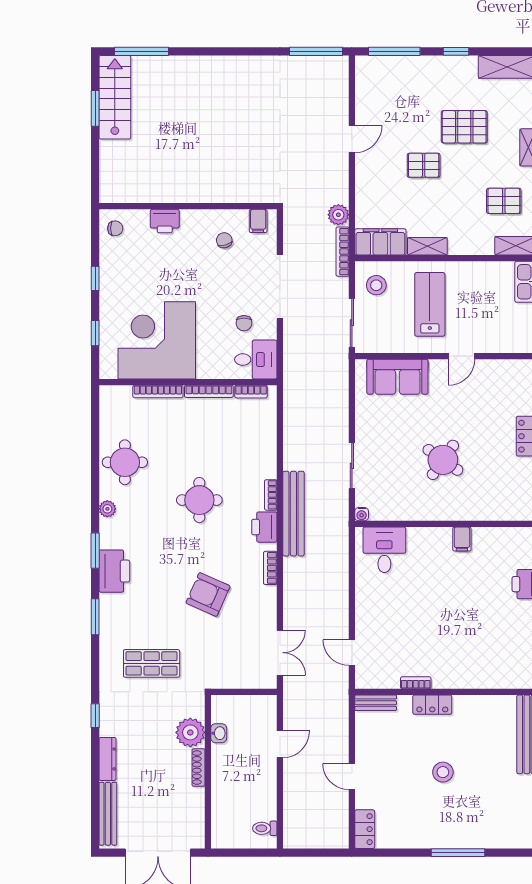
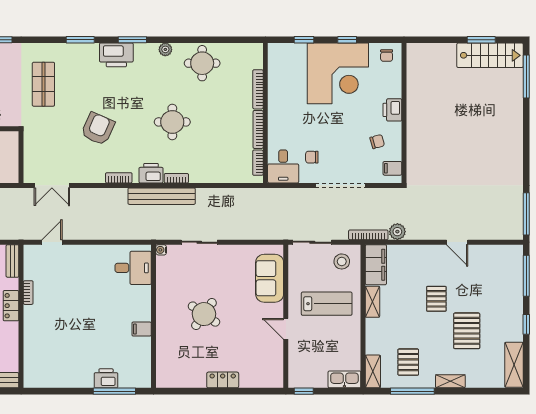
printer: (165, 221) -> (392, 110), moved
corner desk: (157, 340) -> (338, 73), moved, turned 90

